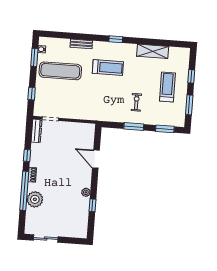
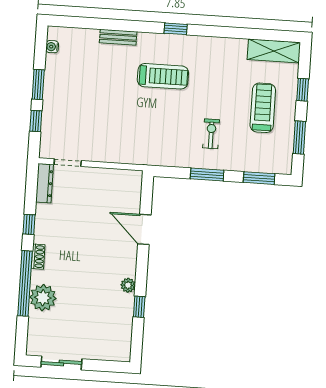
shelving: (153, 51) -> (274, 51), moved
window: (34, 57) -> (38, 84), moved
exercise mat: (60, 71) -> (83, 82), removed

